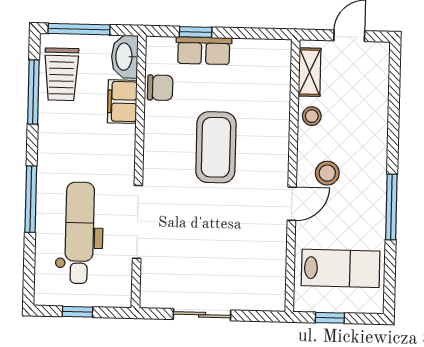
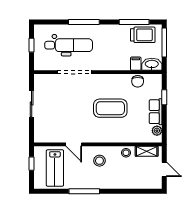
plant: (266, 49) -> (157, 131), added
row of seats: (204, 51) -> (156, 112), moved
trolley: (61, 74) -> (143, 35), turned 180
filing cabinet: (122, 102) -> (136, 64), width x0.50
door: (292, 204) -> (74, 144), moved

